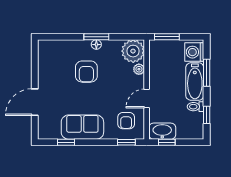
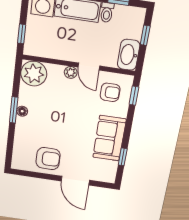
window: (167, 37) -> (22, 34), width x0.67
plant: (139, 69) -> (71, 72), moved
armchair: (86, 72) -> (48, 159), moved
window: (167, 142) -> (145, 35), moved

